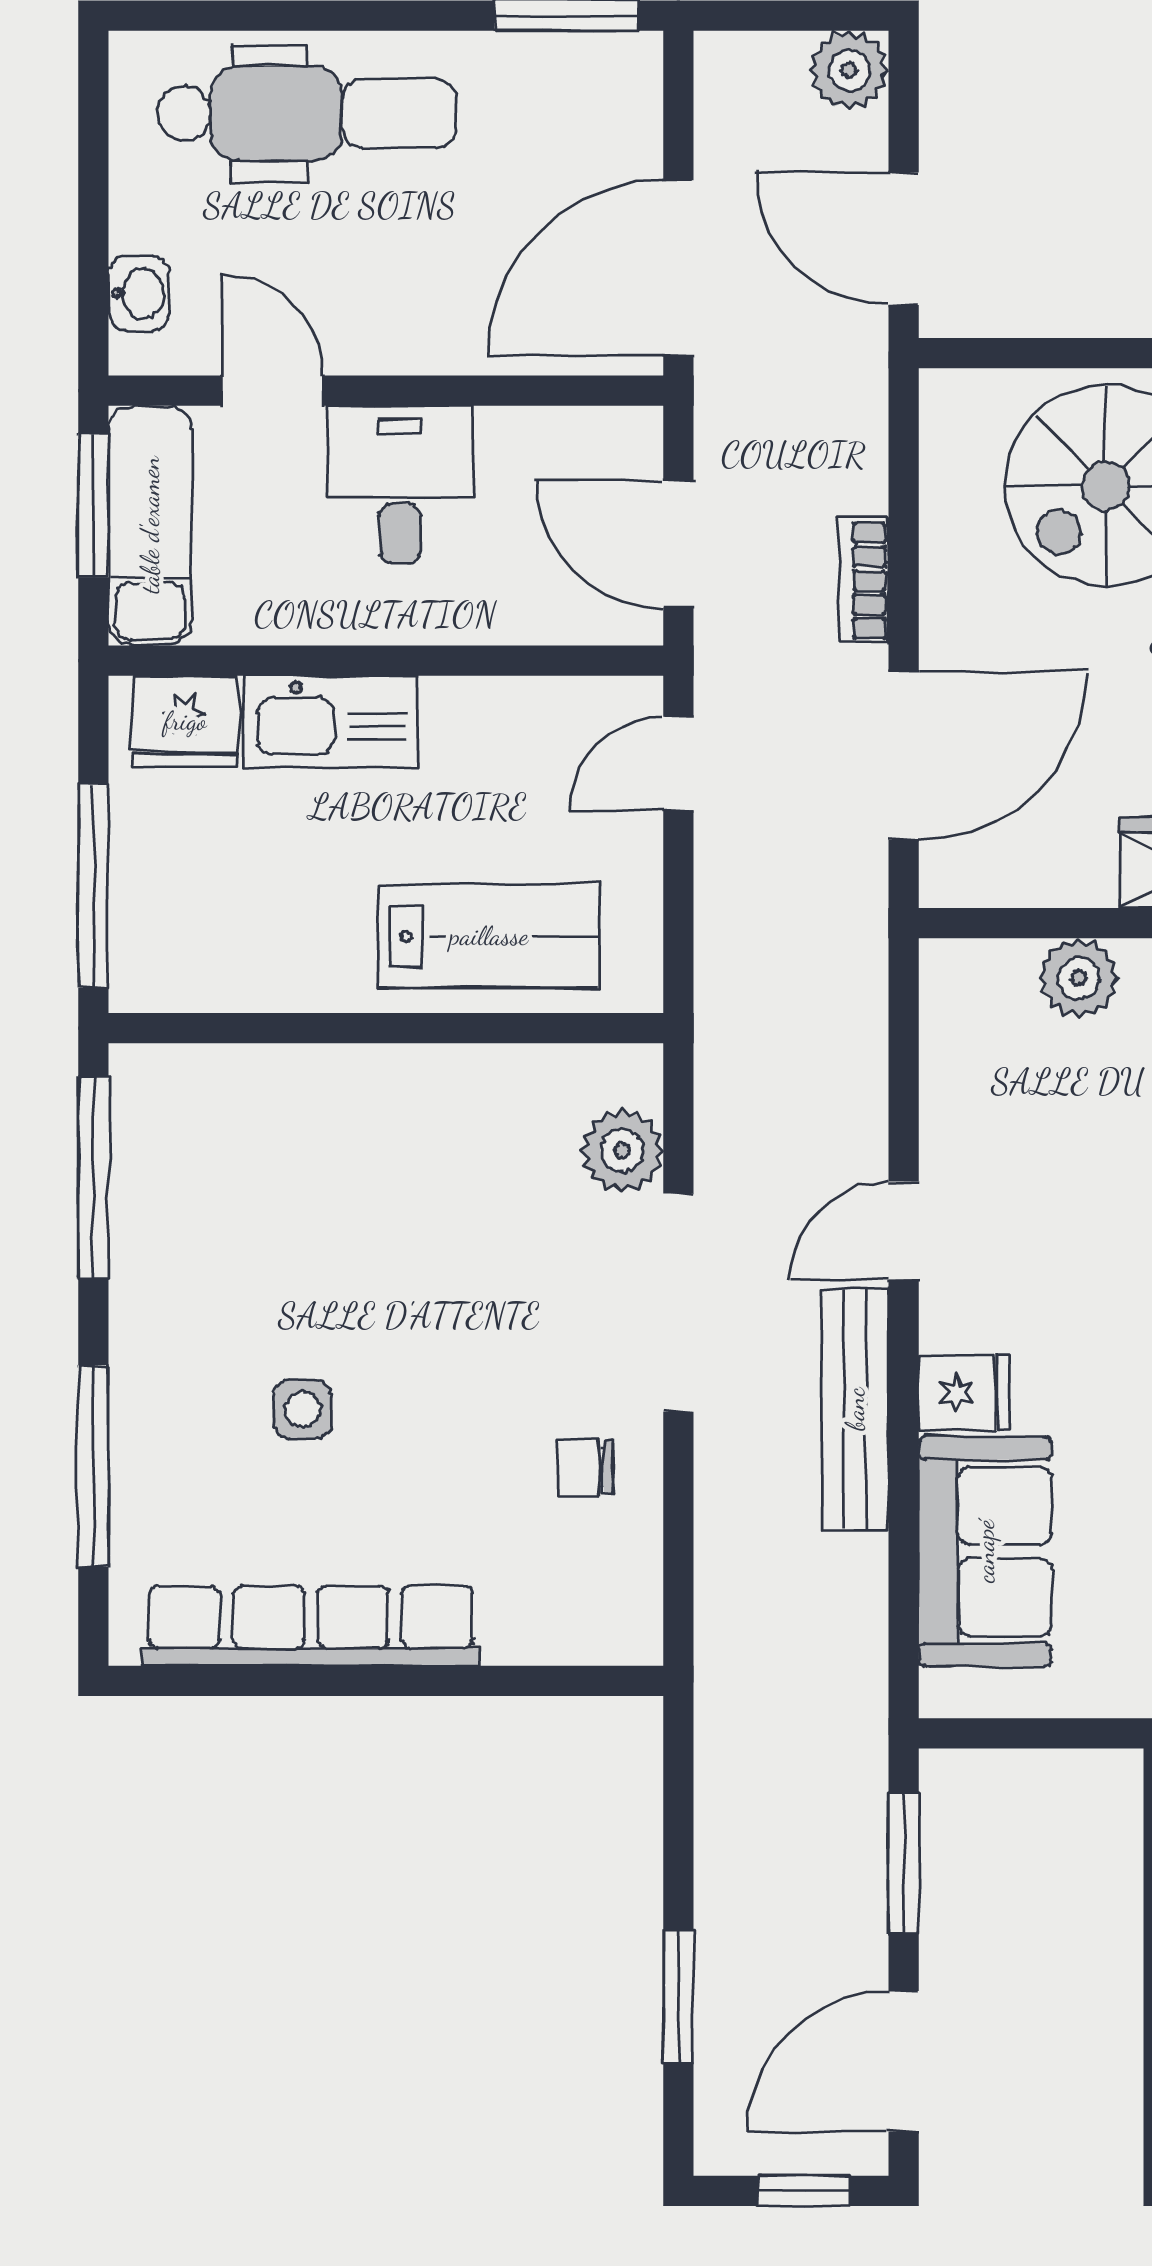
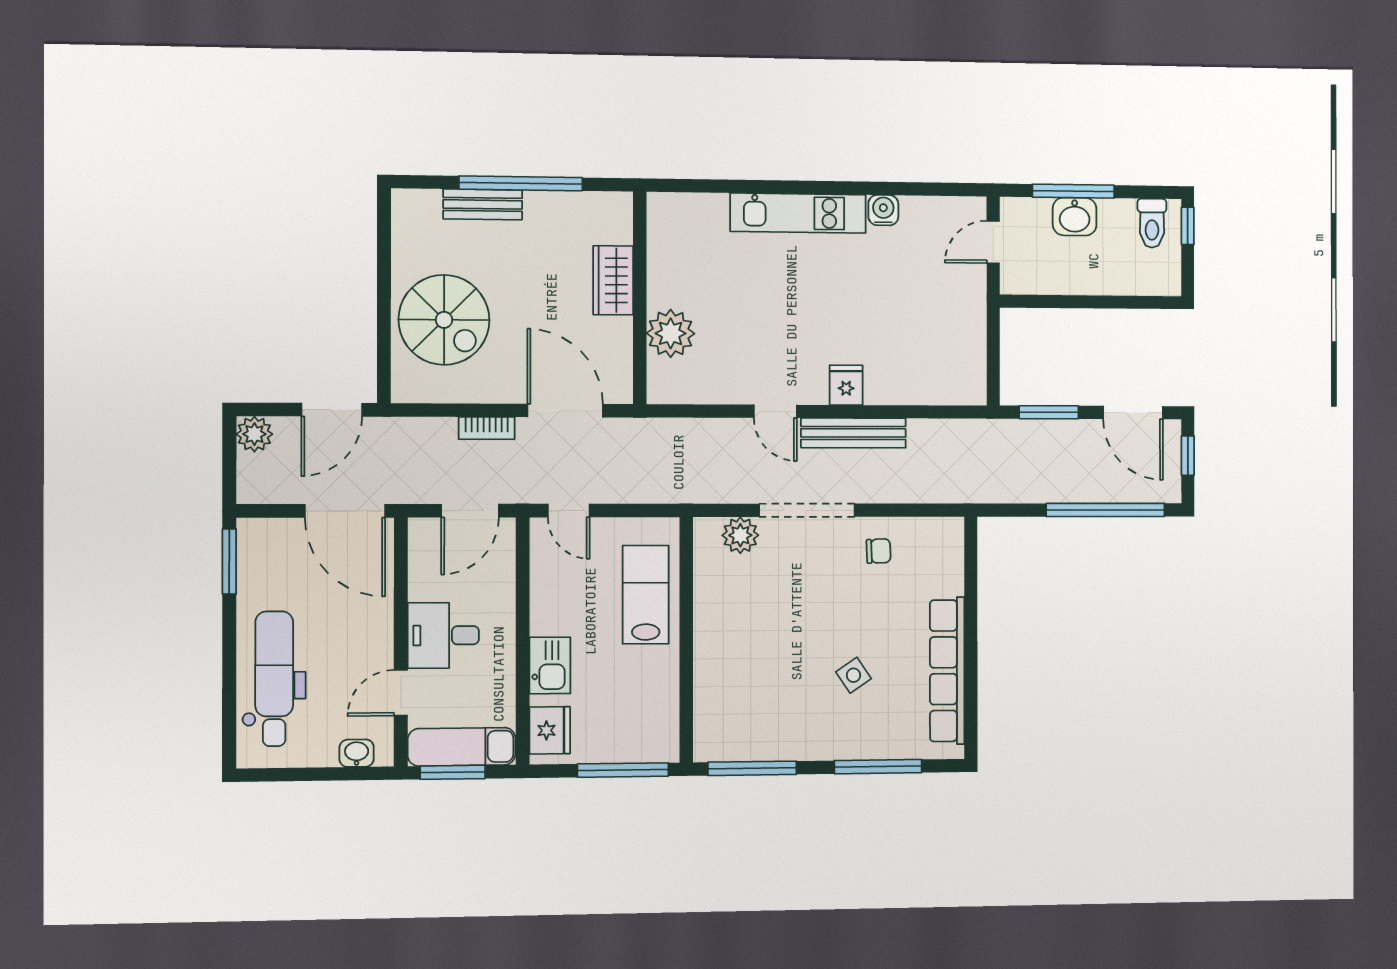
kitchen sink: (331, 722) -> (550, 665), width x0.73
plant: (1079, 978) -> (671, 333), width x1.36, depth x1.36
side table: (302, 1409) -> (853, 675), turned -34
chair: (585, 1467) -> (879, 551), turned -92
sofa: (985, 1551) -> (915, 376), removed
window: (678, 1996) -> (1106, 510), width x2.11

